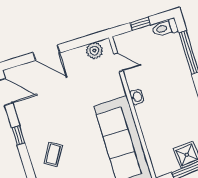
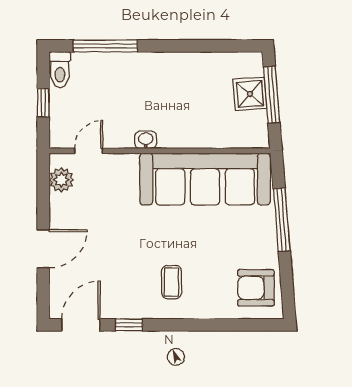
window: (18, 136) -> (129, 325), moved
coffee table: (53, 154) -> (171, 282), moved, turned 59

